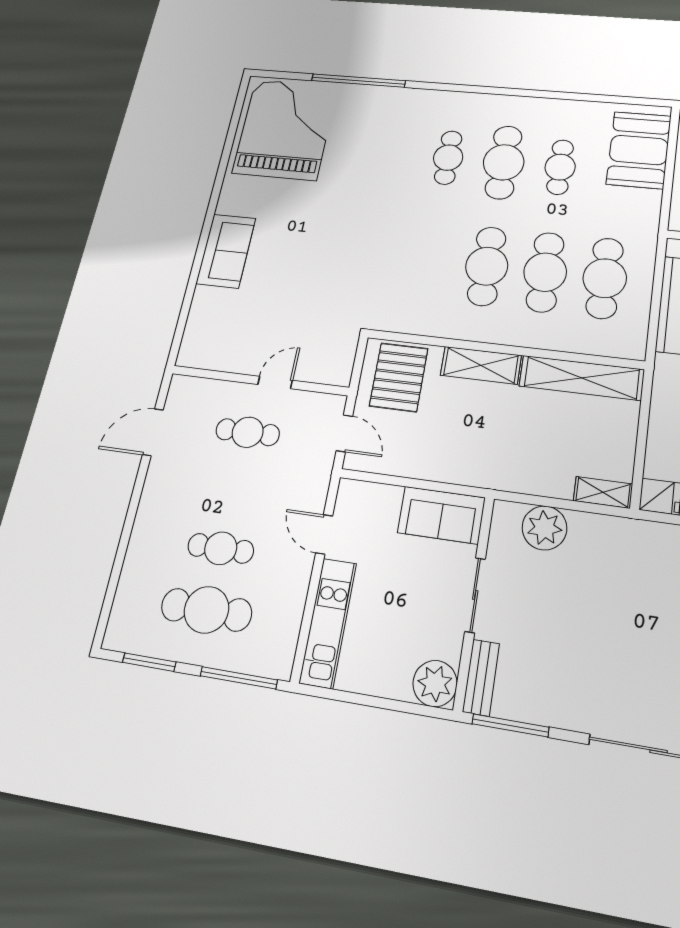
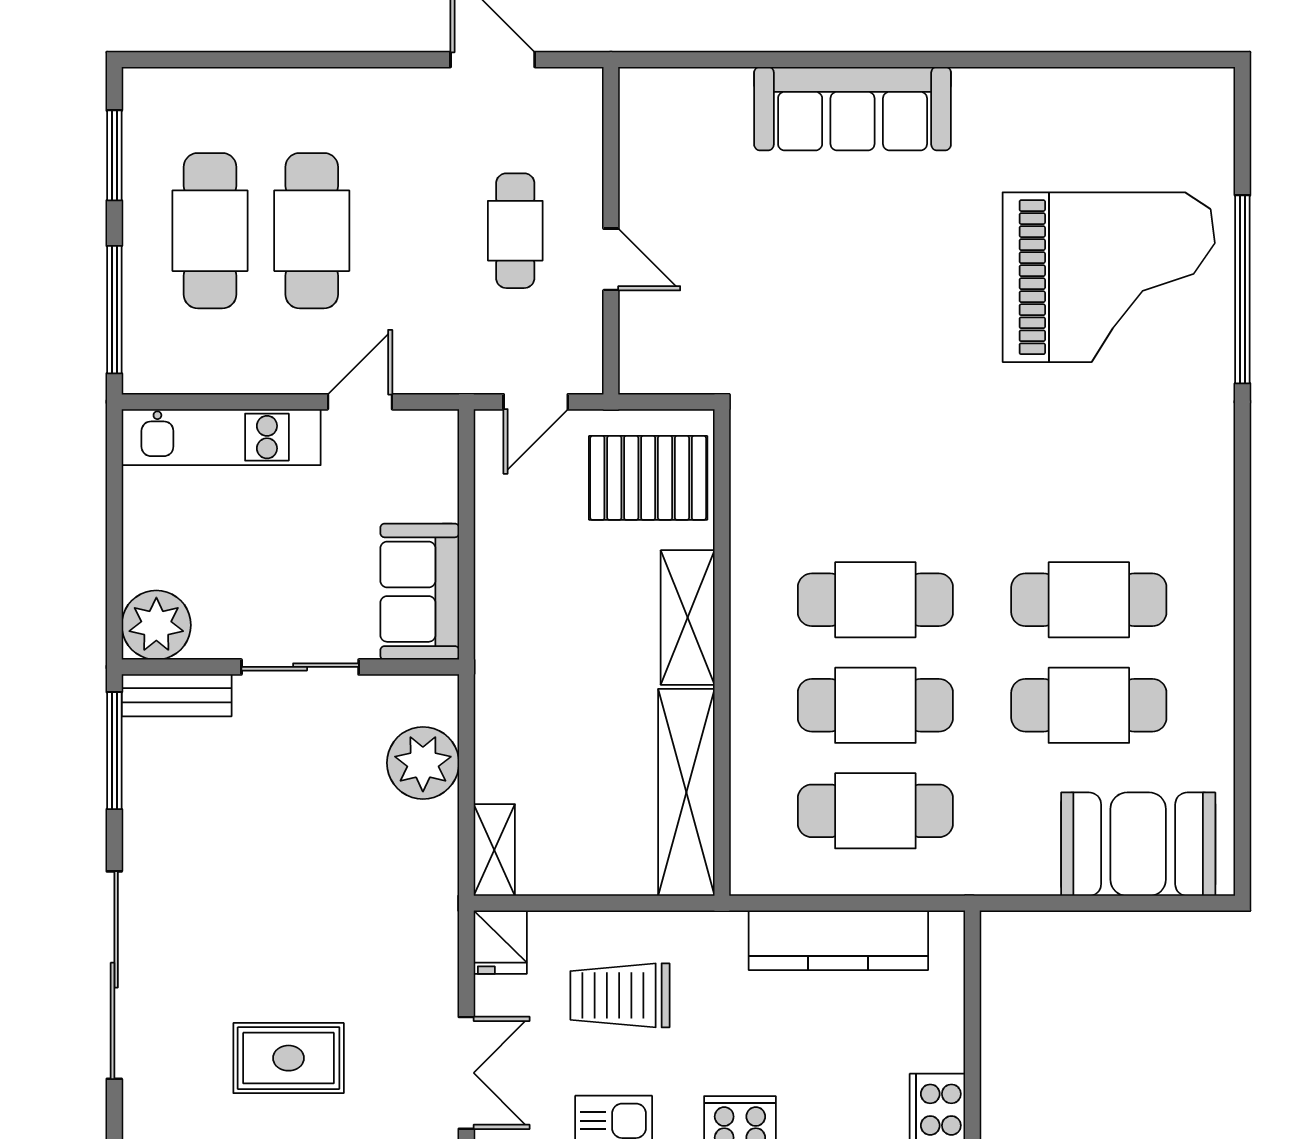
grand piano: (285, 129) -> (1109, 277), moved
cafe table: (448, 158) -> (1089, 494), removed
cafe table: (560, 167) -> (1089, 705), width x1.37, depth x1.35
sofa: (226, 251) -> (853, 109), width x1.36
cafe table: (221, 548) -> (312, 231), width x1.37, depth x1.35

